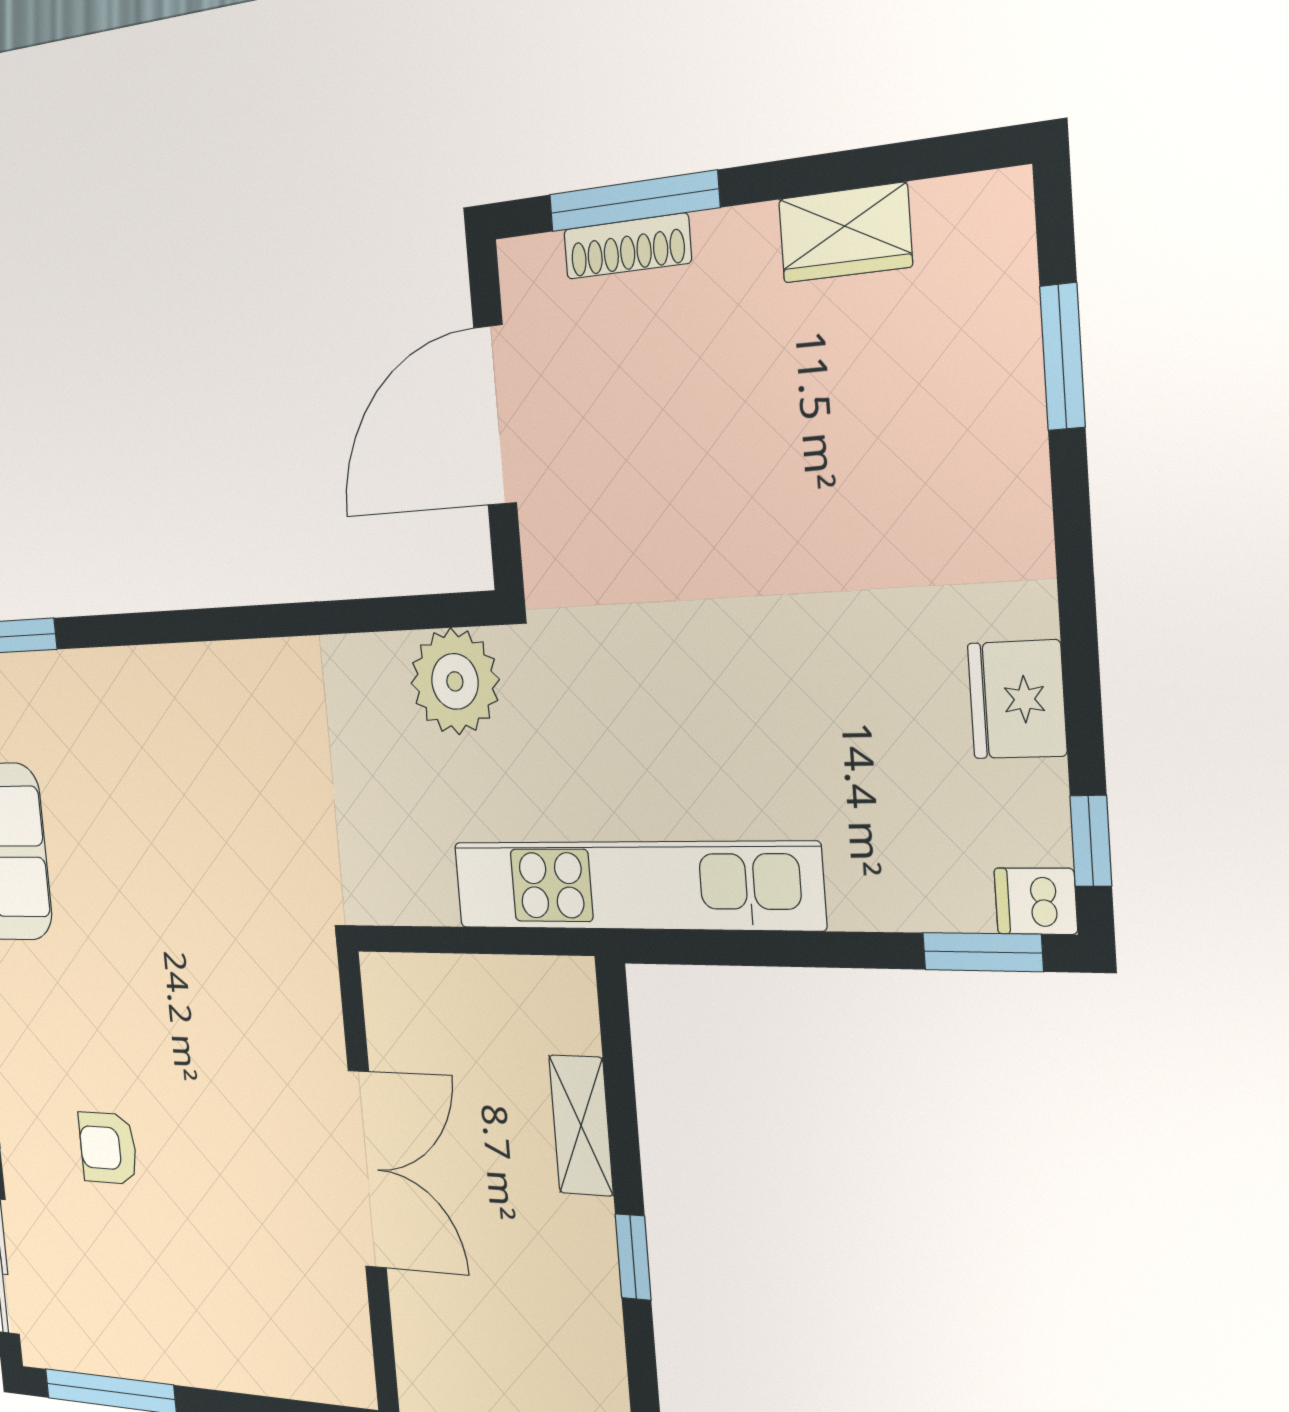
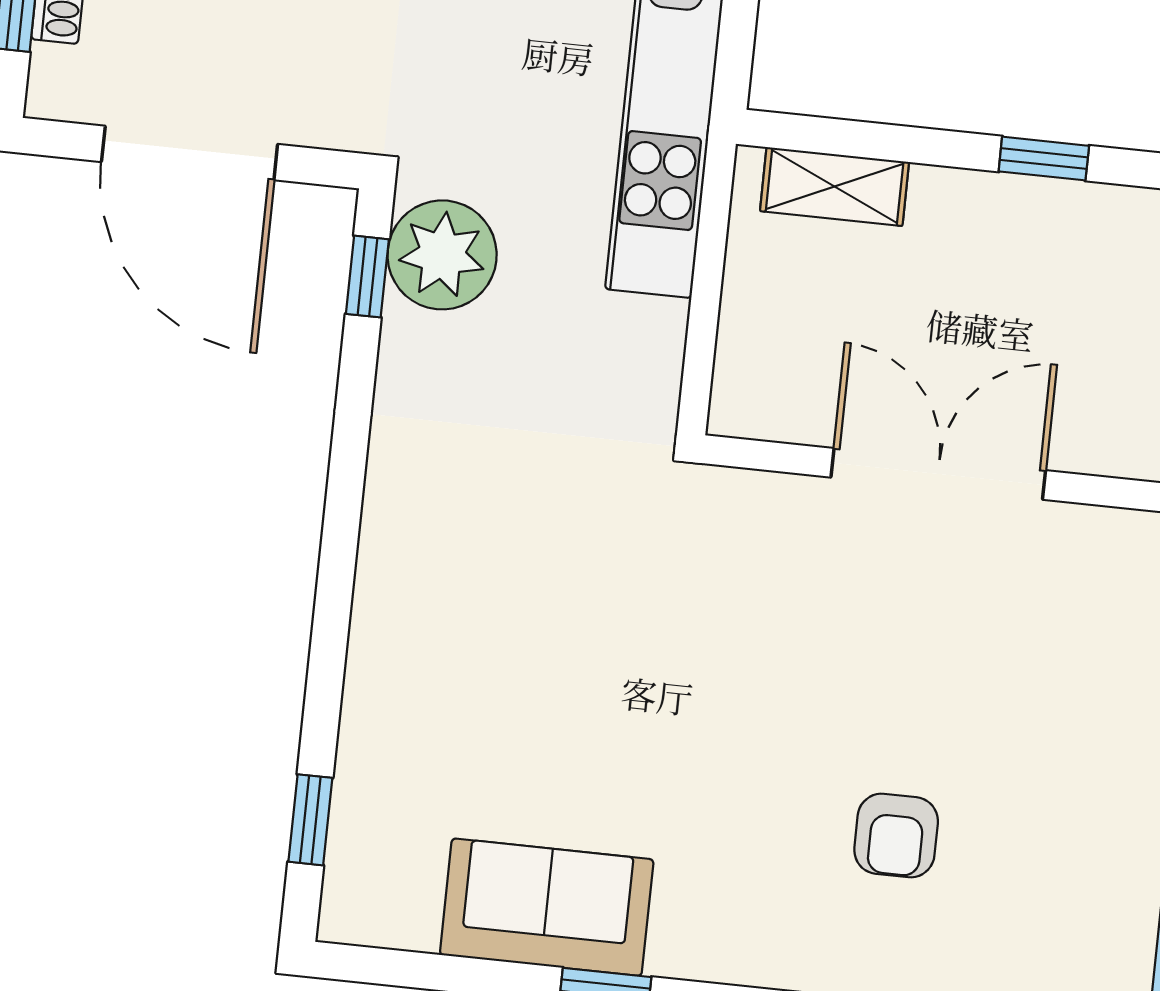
window: (425, 612) -> (367, 277), added
shelving: (581, 1125) -> (835, 187), moved

